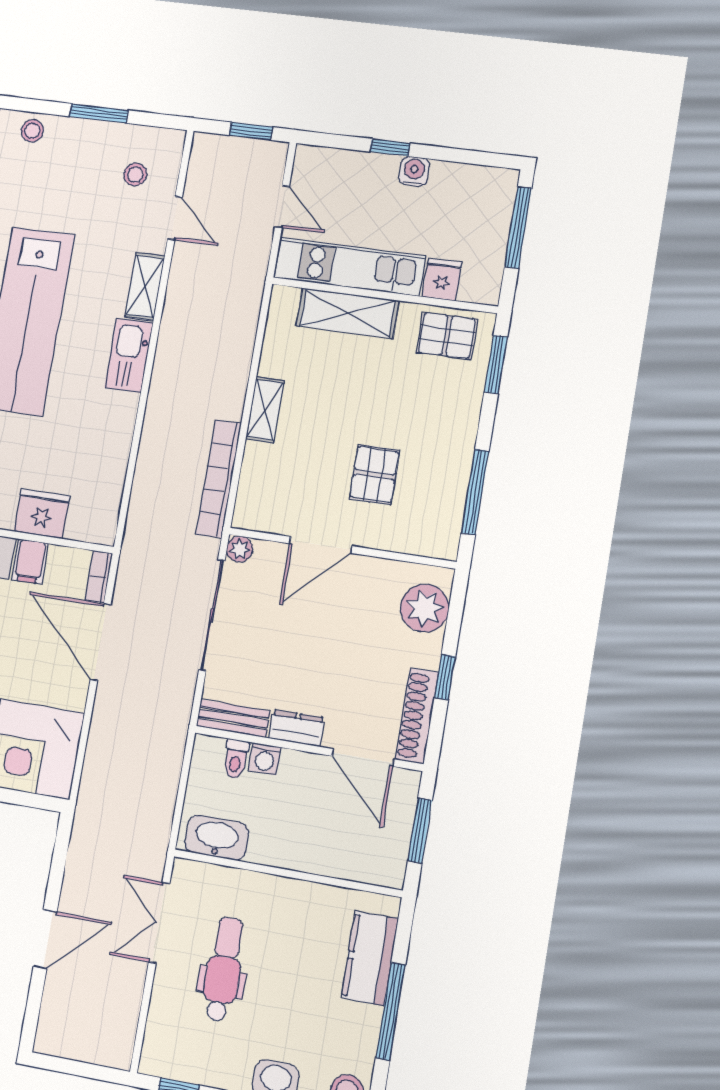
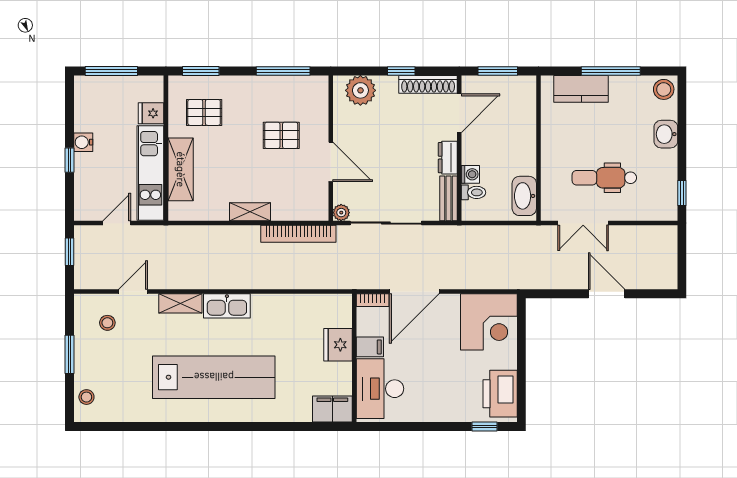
pallet: (447, 336) -> (204, 112), moved, turned 90

